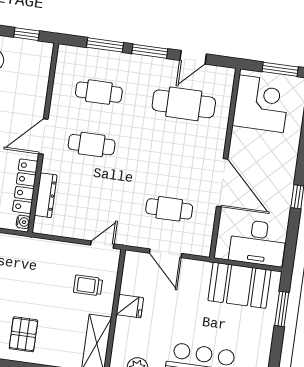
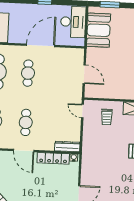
dresser: (46, 195) -> (67, 147), moved
cafe table: (169, 209) -> (28, 73), moved
door: (166, 253) -> (84, 74), hinge flipped
fridge: (130, 306) -> (116, 92), removed

